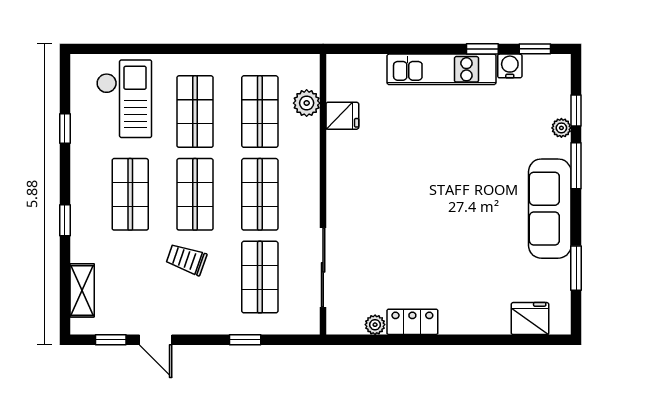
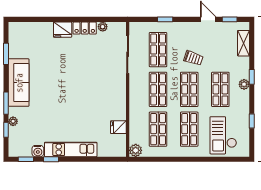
plant: (307, 103) -> (136, 150), moved
plant: (81, 205) -> (244, 84), added
fridge: (530, 319) -> (63, 30), moved

